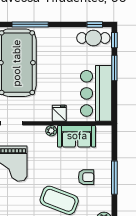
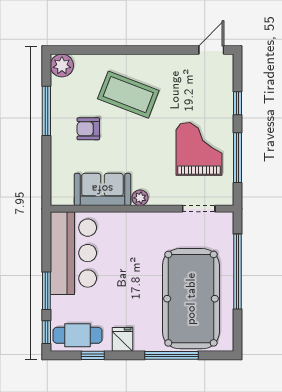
window: (95, 24) -> (93, 355), moved
fridge: (59, 113) -> (122, 339), moved, turned 180
window: (114, 178) -> (46, 111), moved

